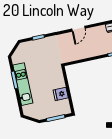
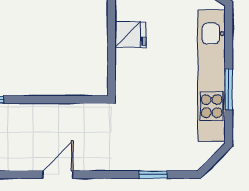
kitchen unit: (23, 84) -> (212, 76), width x1.36

